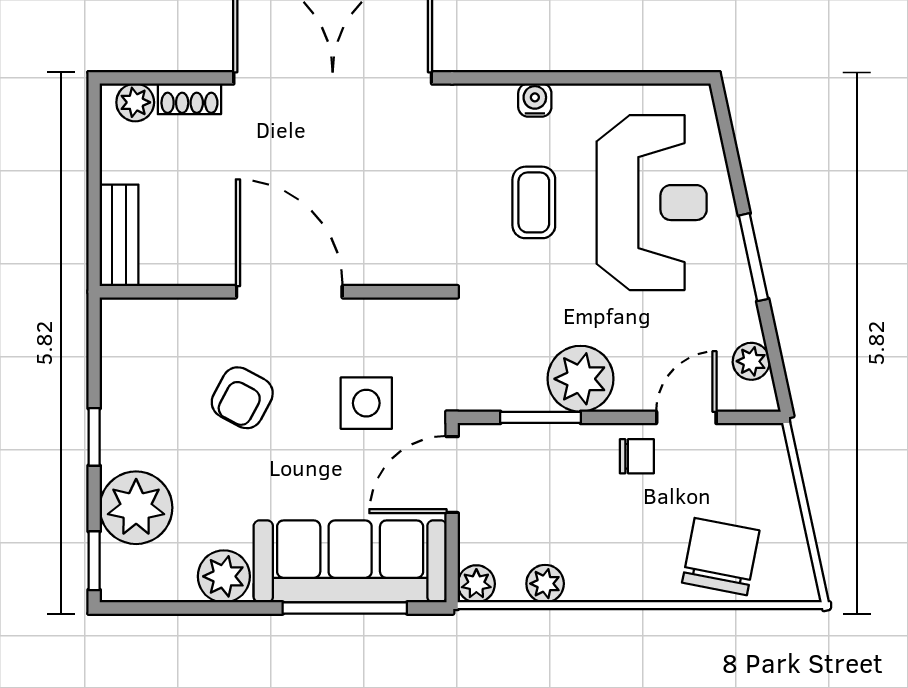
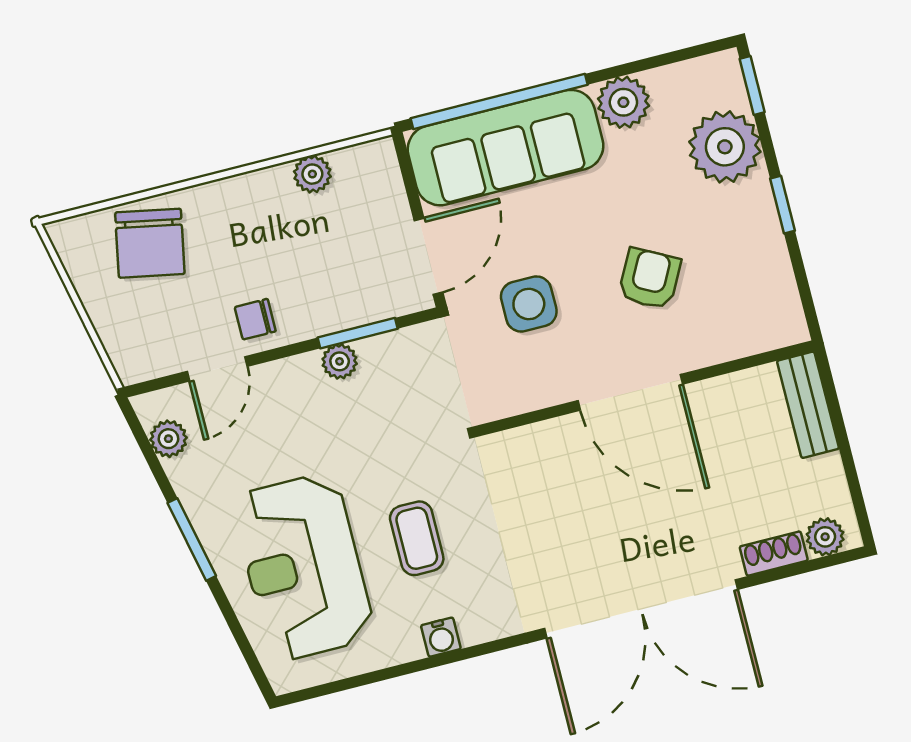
plant: (580, 379) -> (340, 361), width x0.53, depth x0.53
plant: (476, 584) -> (379, 157), removed
window: (345, 608) -> (499, 101), width x1.46

